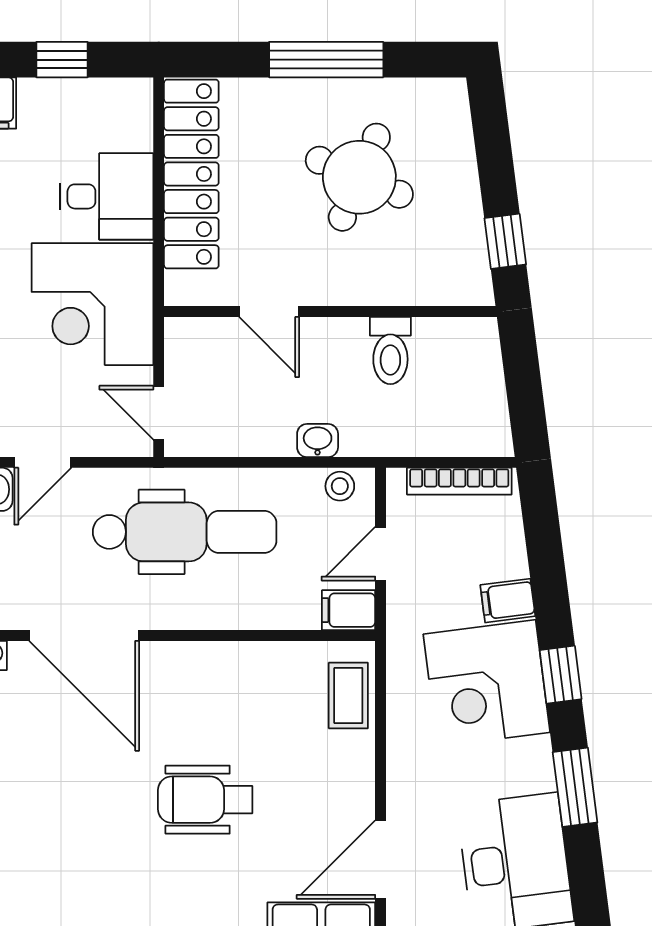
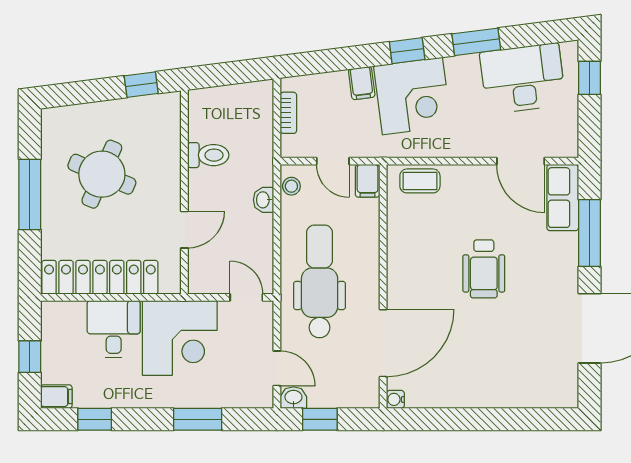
door: (159, 413) -> (246, 297), swing flipped
bookcase: (459, 481) -> (288, 113), width x0.64

